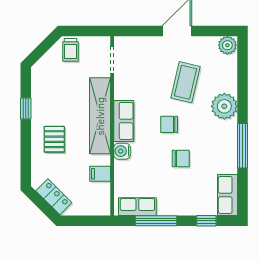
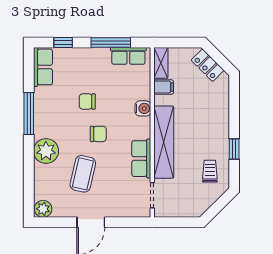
trolley: (70, 50) -> (210, 171), moved
row of seats: (124, 121) -> (141, 159), moved
pallet: (54, 139) -> (207, 120), removed
shelving: (103, 199) -> (161, 63), added

